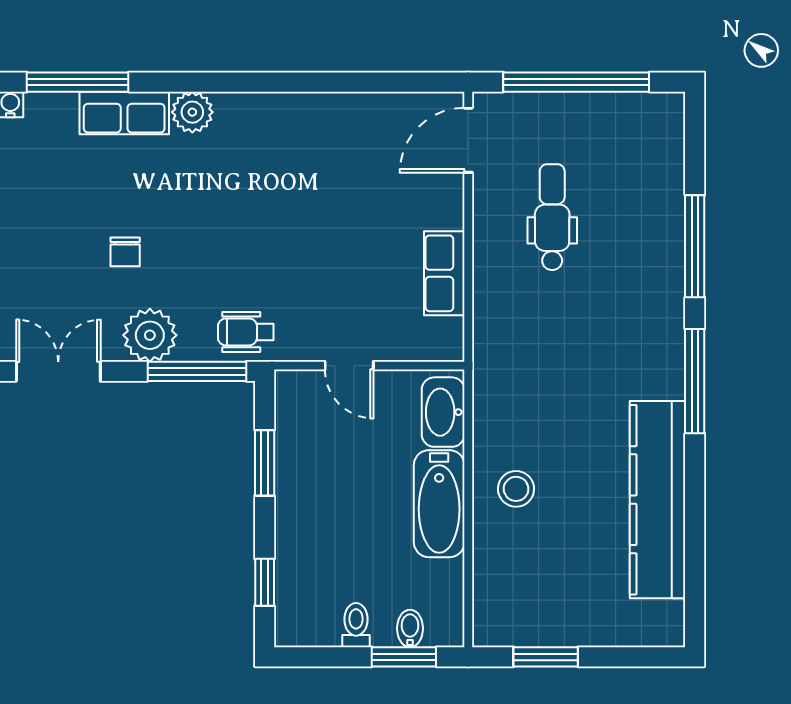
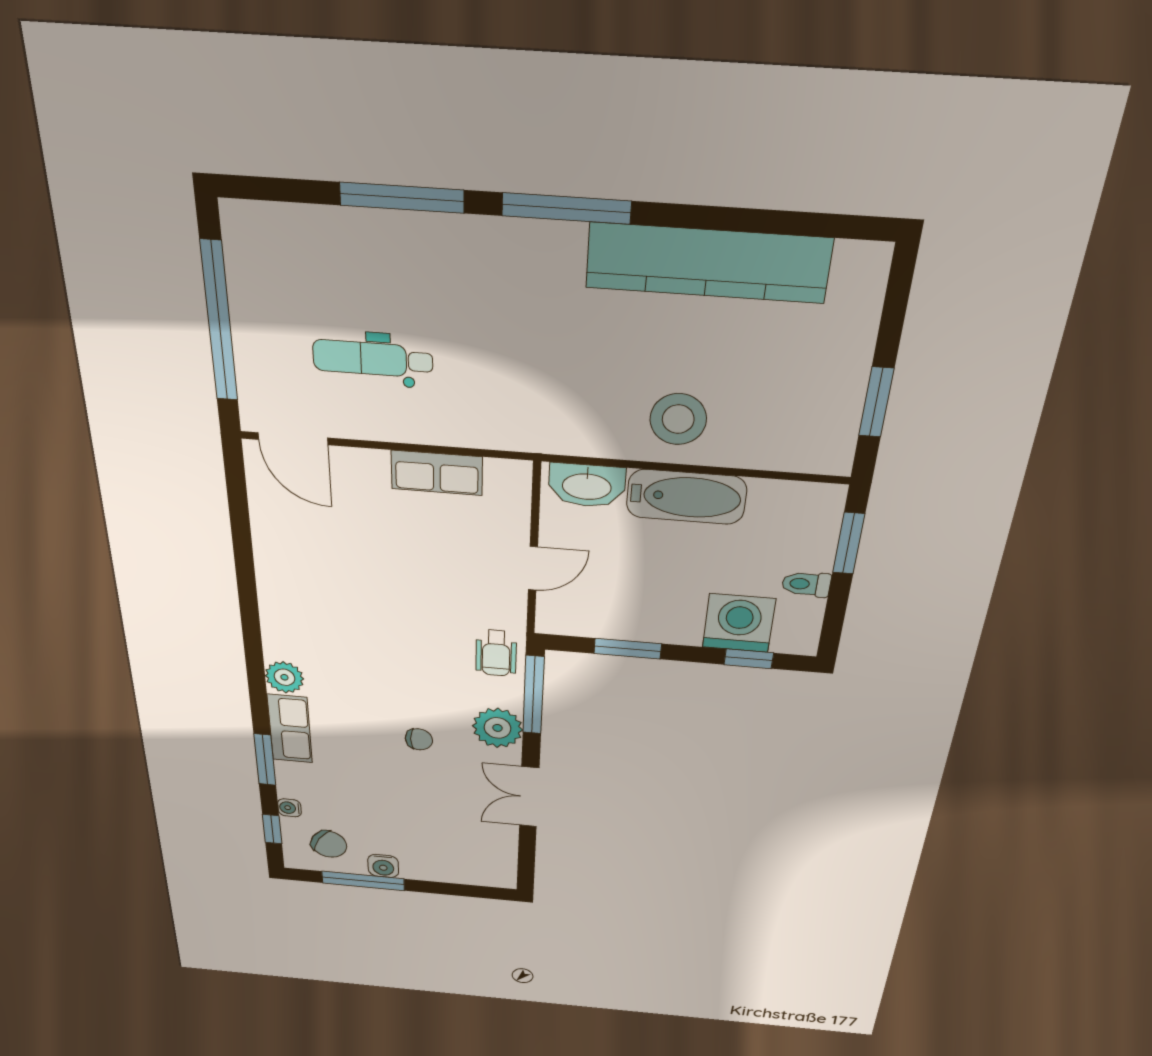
window: (78, 82) -> (265, 760), width x0.69
stool: (516, 489) -> (678, 419), width x1.38, depth x1.38
washing machine: (306, 568) -> (739, 623), added
bidet: (410, 628) -> (819, 535), removed

